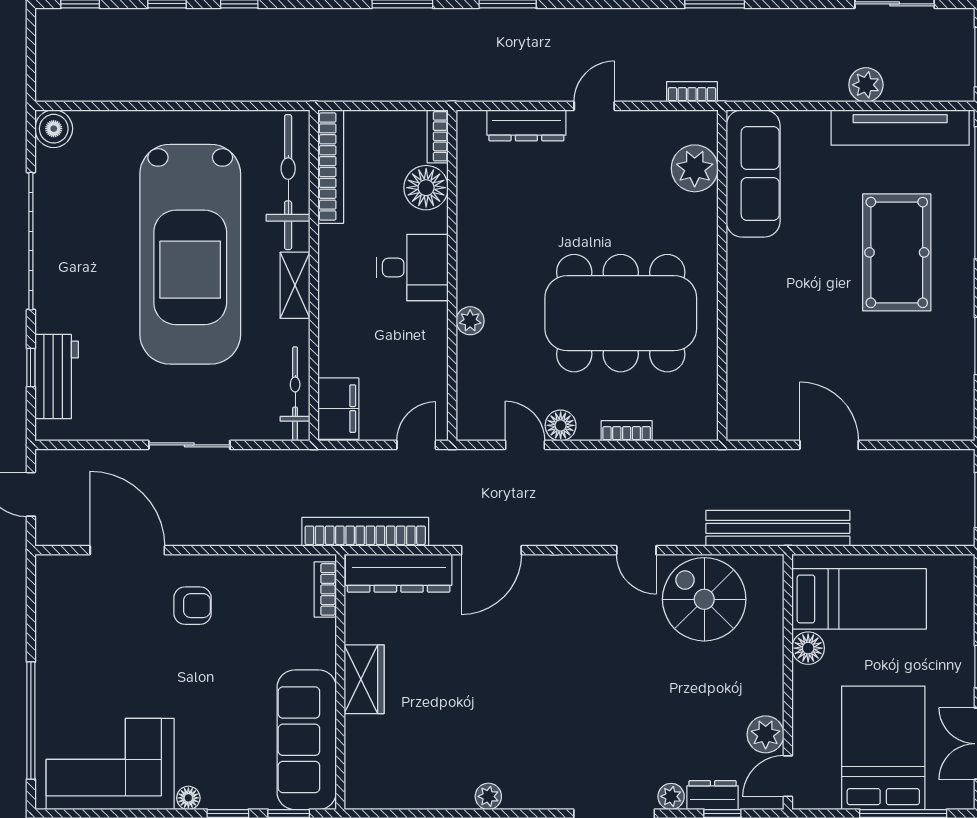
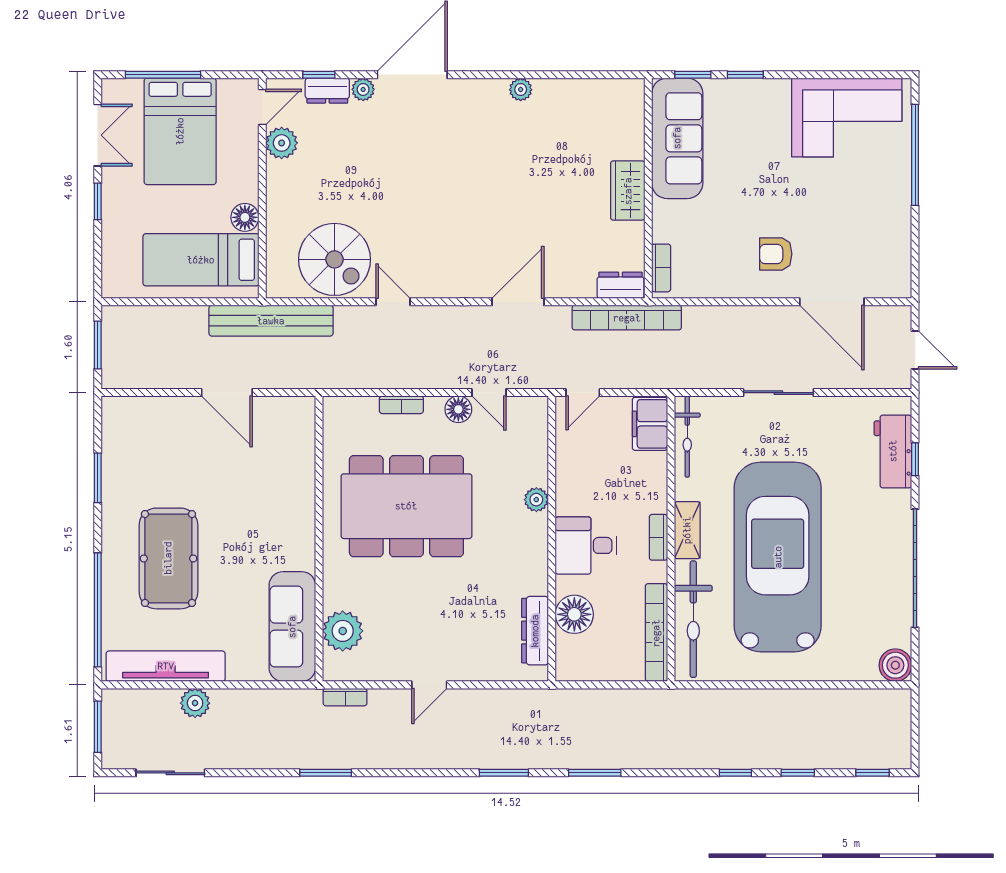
dresser: (526, 125) -> (535, 631), moved, turned -90
bookcase: (438, 136) -> (658, 537), moved, turned 180
dresser: (399, 573) -> (620, 285), width x0.51, depth x0.80
floor lamp: (188, 798) -> (779, 88), removed

